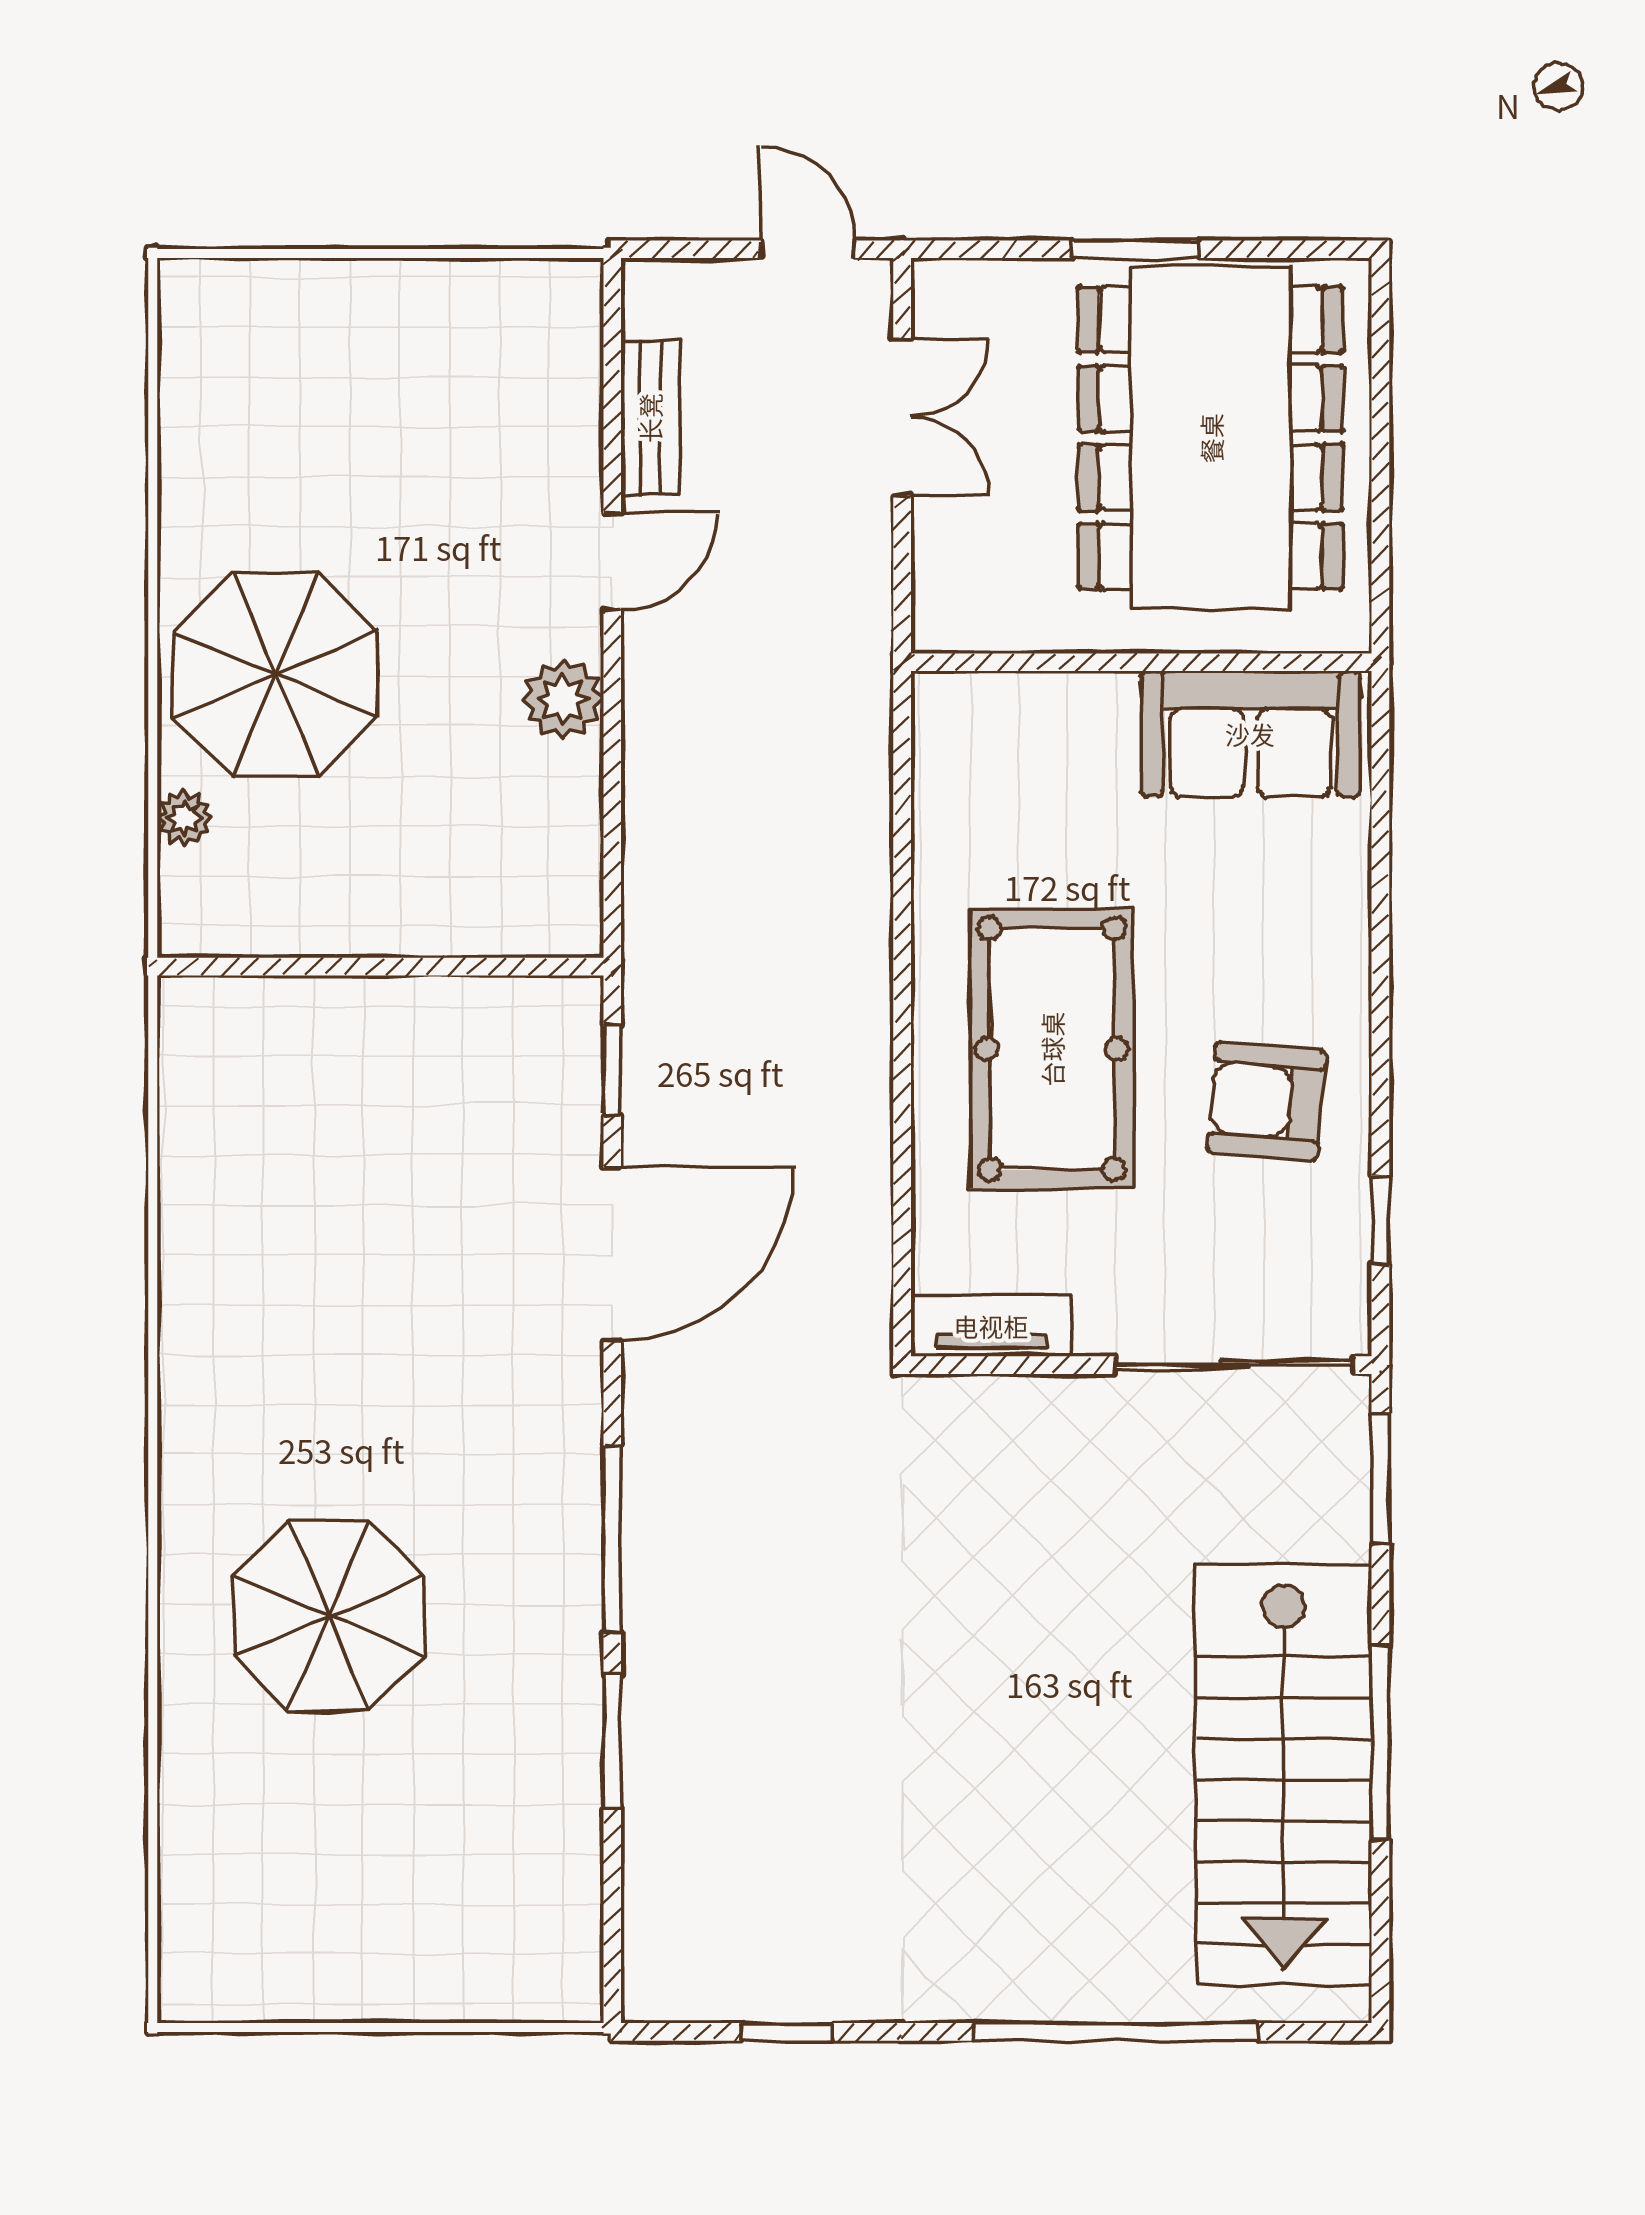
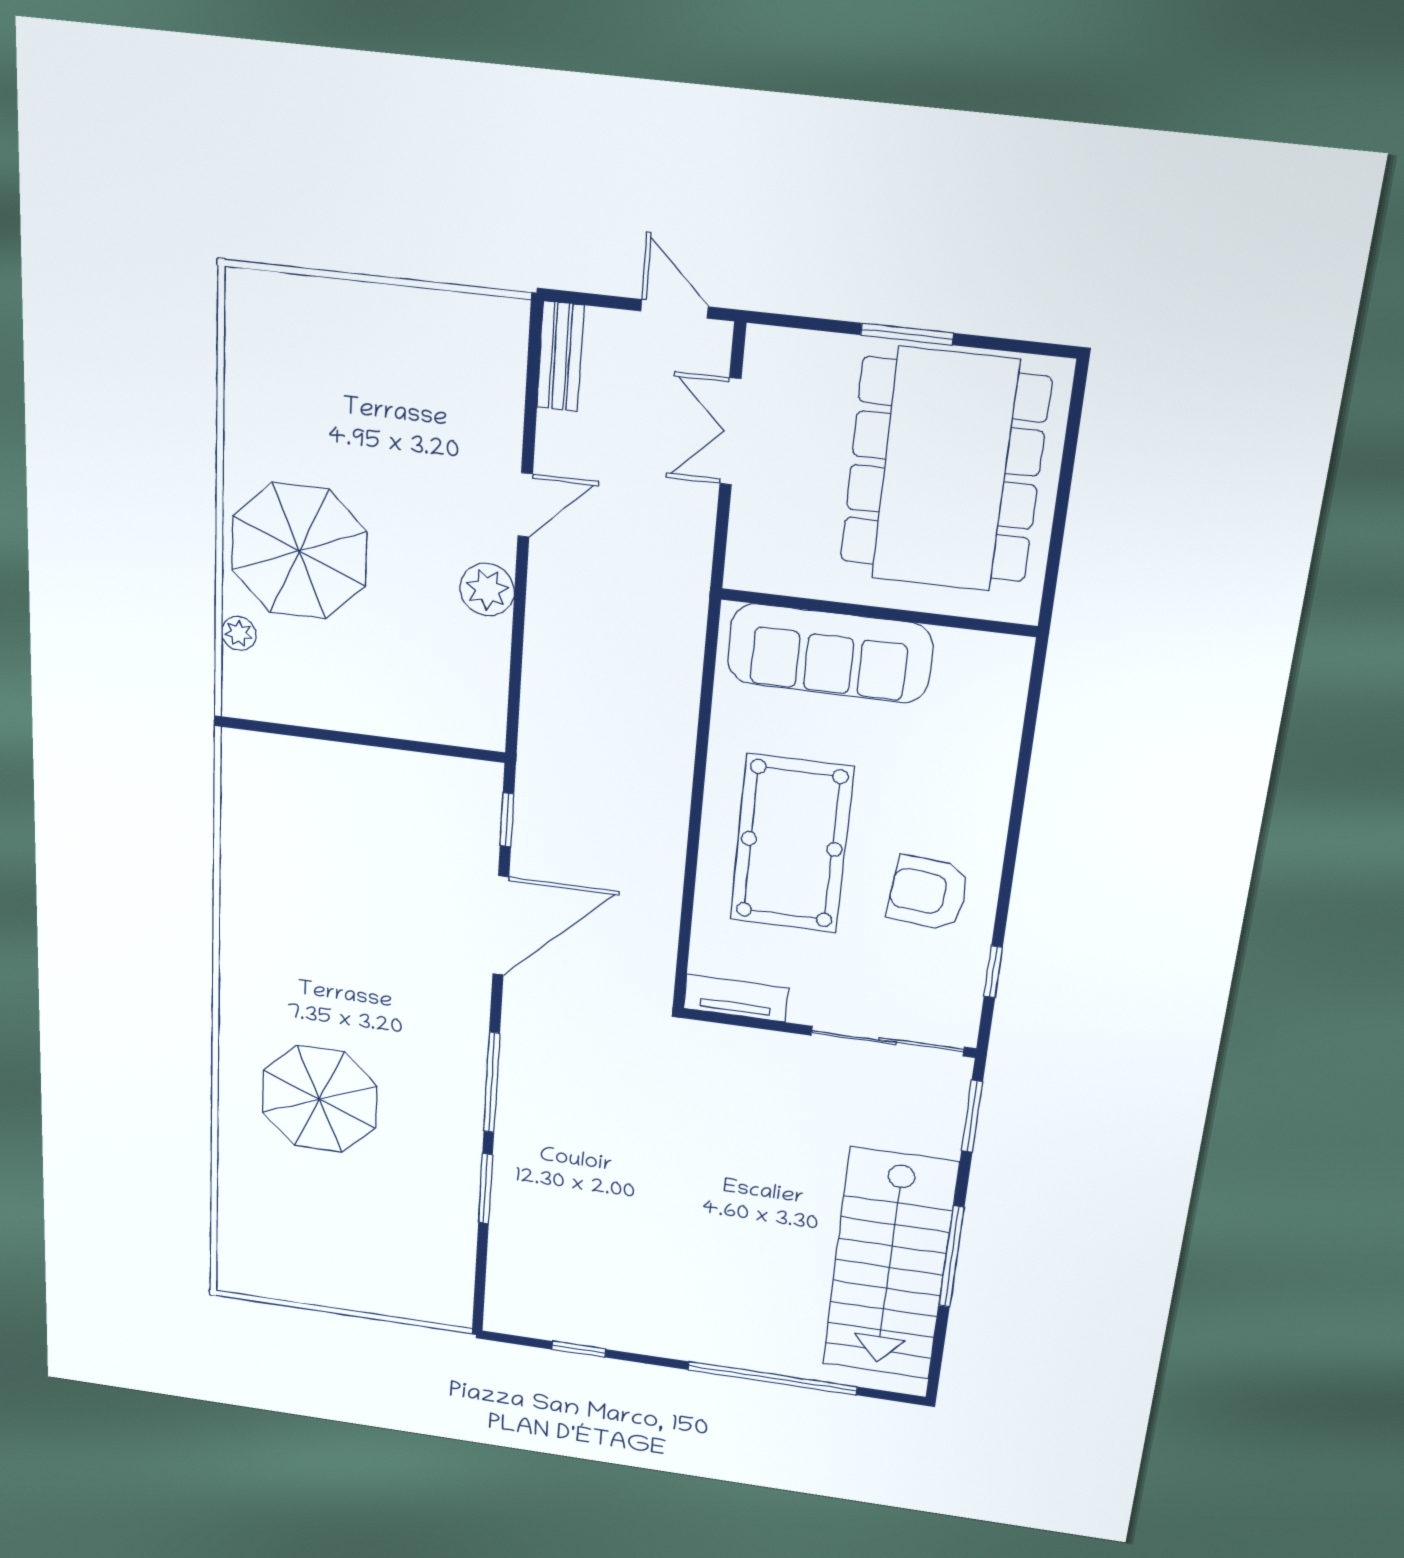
double door: (902, 417) -> (730, 432), swing flipped
bench: (650, 418) -> (560, 356), moved
sofa: (1250, 734) -> (830, 653), moved, width x1.36

